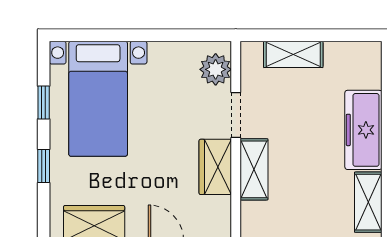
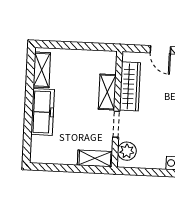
shelving: (293, 54) -> (95, 158), moved
wardrobe: (215, 167) -> (130, 86), width x1.50

